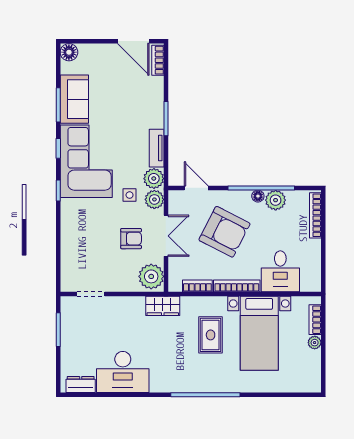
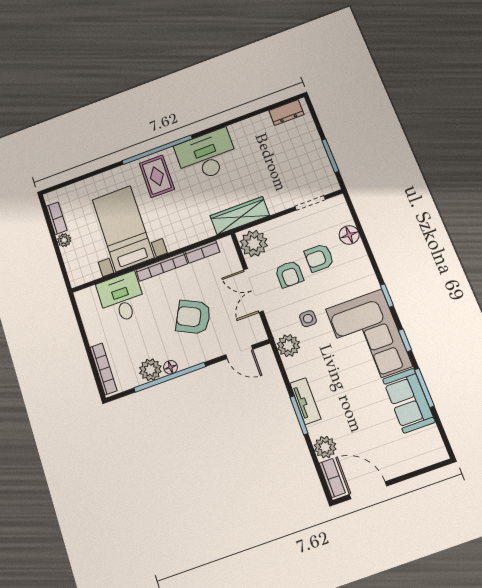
floor lamp: (69, 52) -> (349, 235), moved
tv unit: (157, 148) -> (305, 401), moved
plant: (154, 199) -> (325, 447), moved
armchair: (224, 232) -> (193, 317), width x0.73, depth x0.73
armchair: (131, 239) -> (289, 274), turned -90
armchair: (101, 243) -> (319, 258), added
wardrobe: (163, 306) -> (240, 216), width x1.50
bookcase: (315, 320) -> (57, 218), moved
rug: (211, 335) -> (157, 176), moved
desk: (123, 372) -> (206, 156), moved

